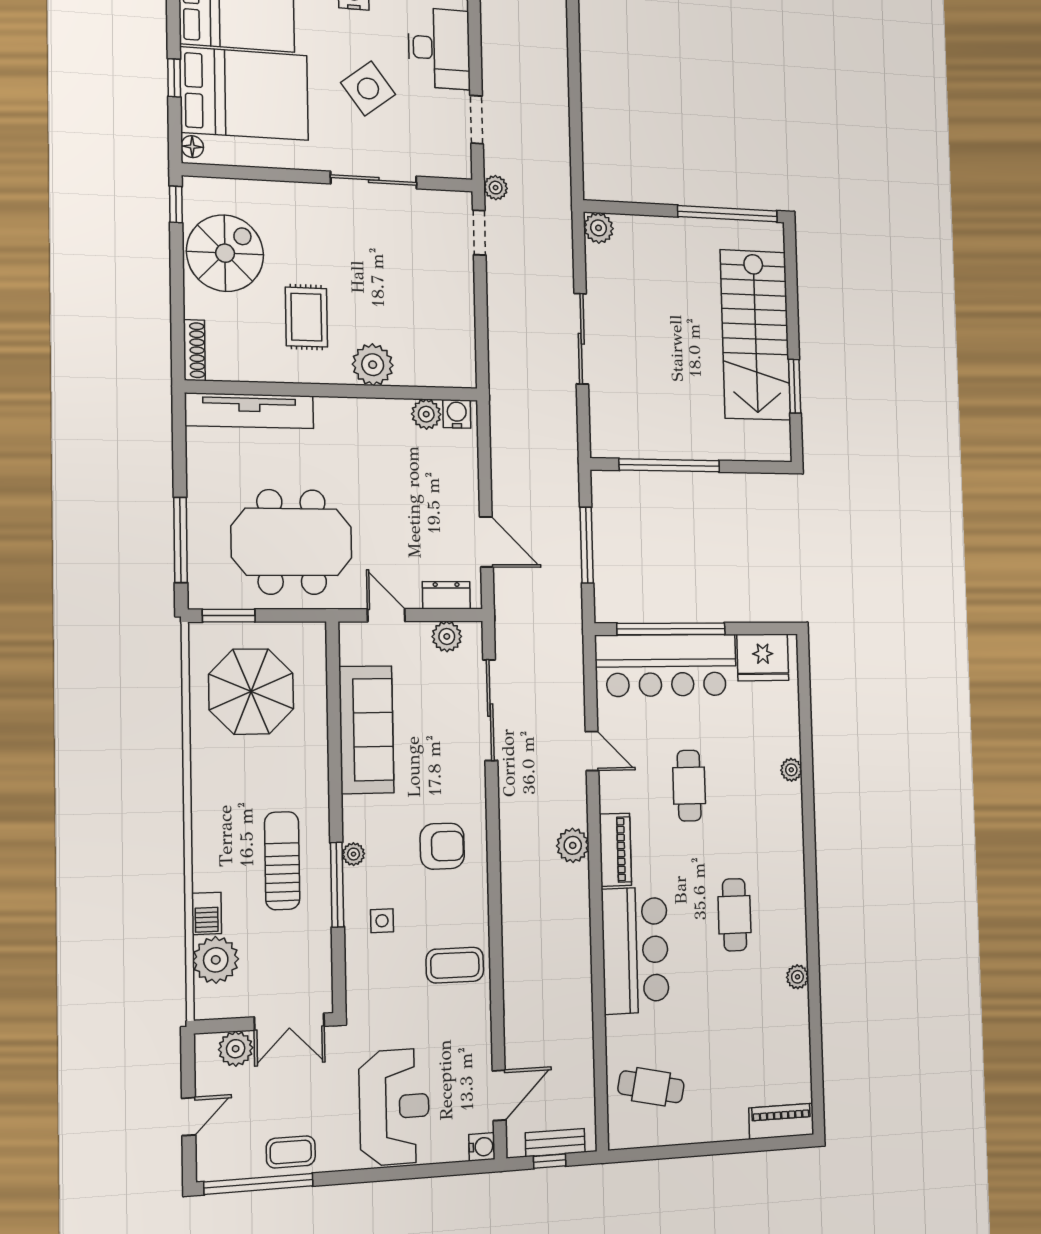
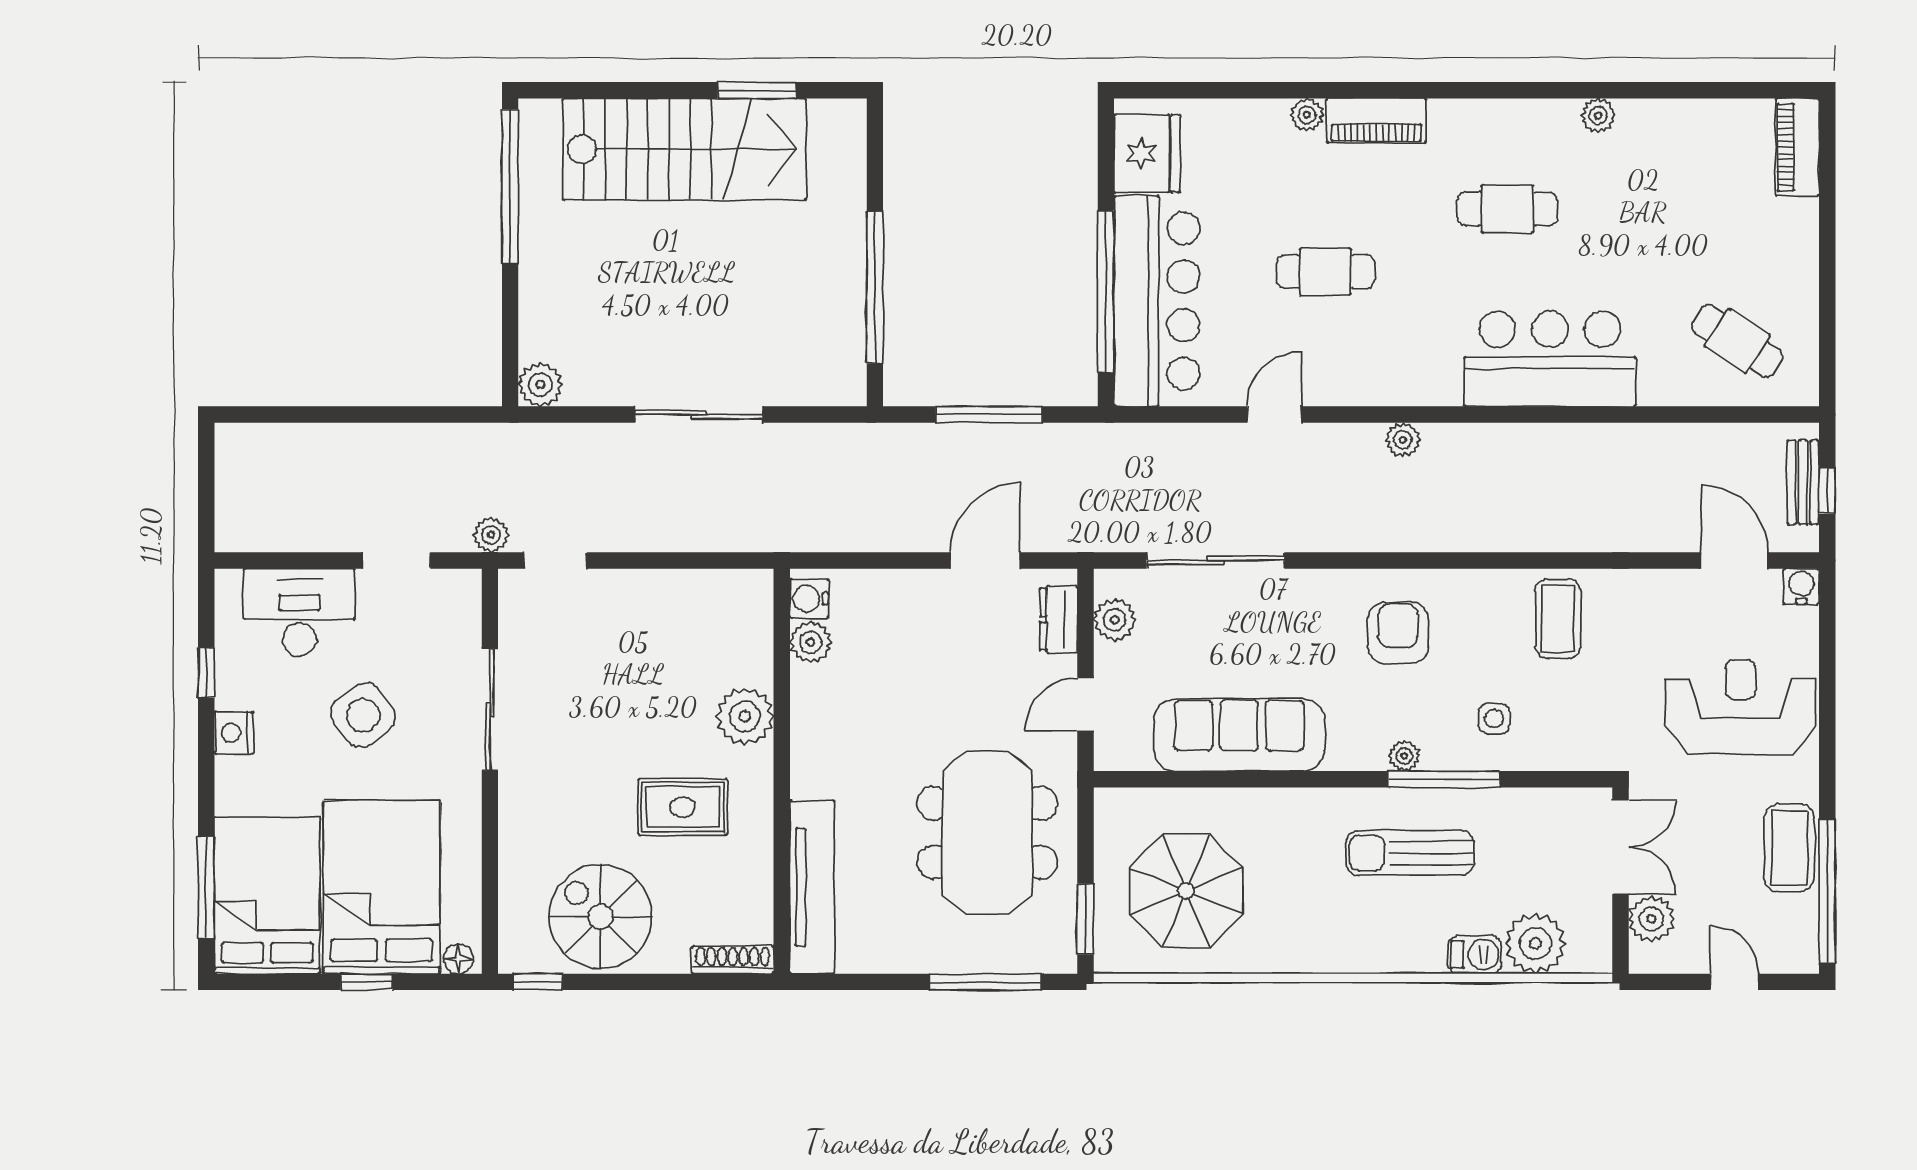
plant: (573, 845) -> (1403, 440), width x0.73, depth x0.73
piano: (615, 850) -> (1376, 121), moved, turned 180
cafe table: (651, 1087) -> (1737, 341), turned -69
coffee table: (291, 1152) -> (1789, 848), width x1.36, depth x1.30

